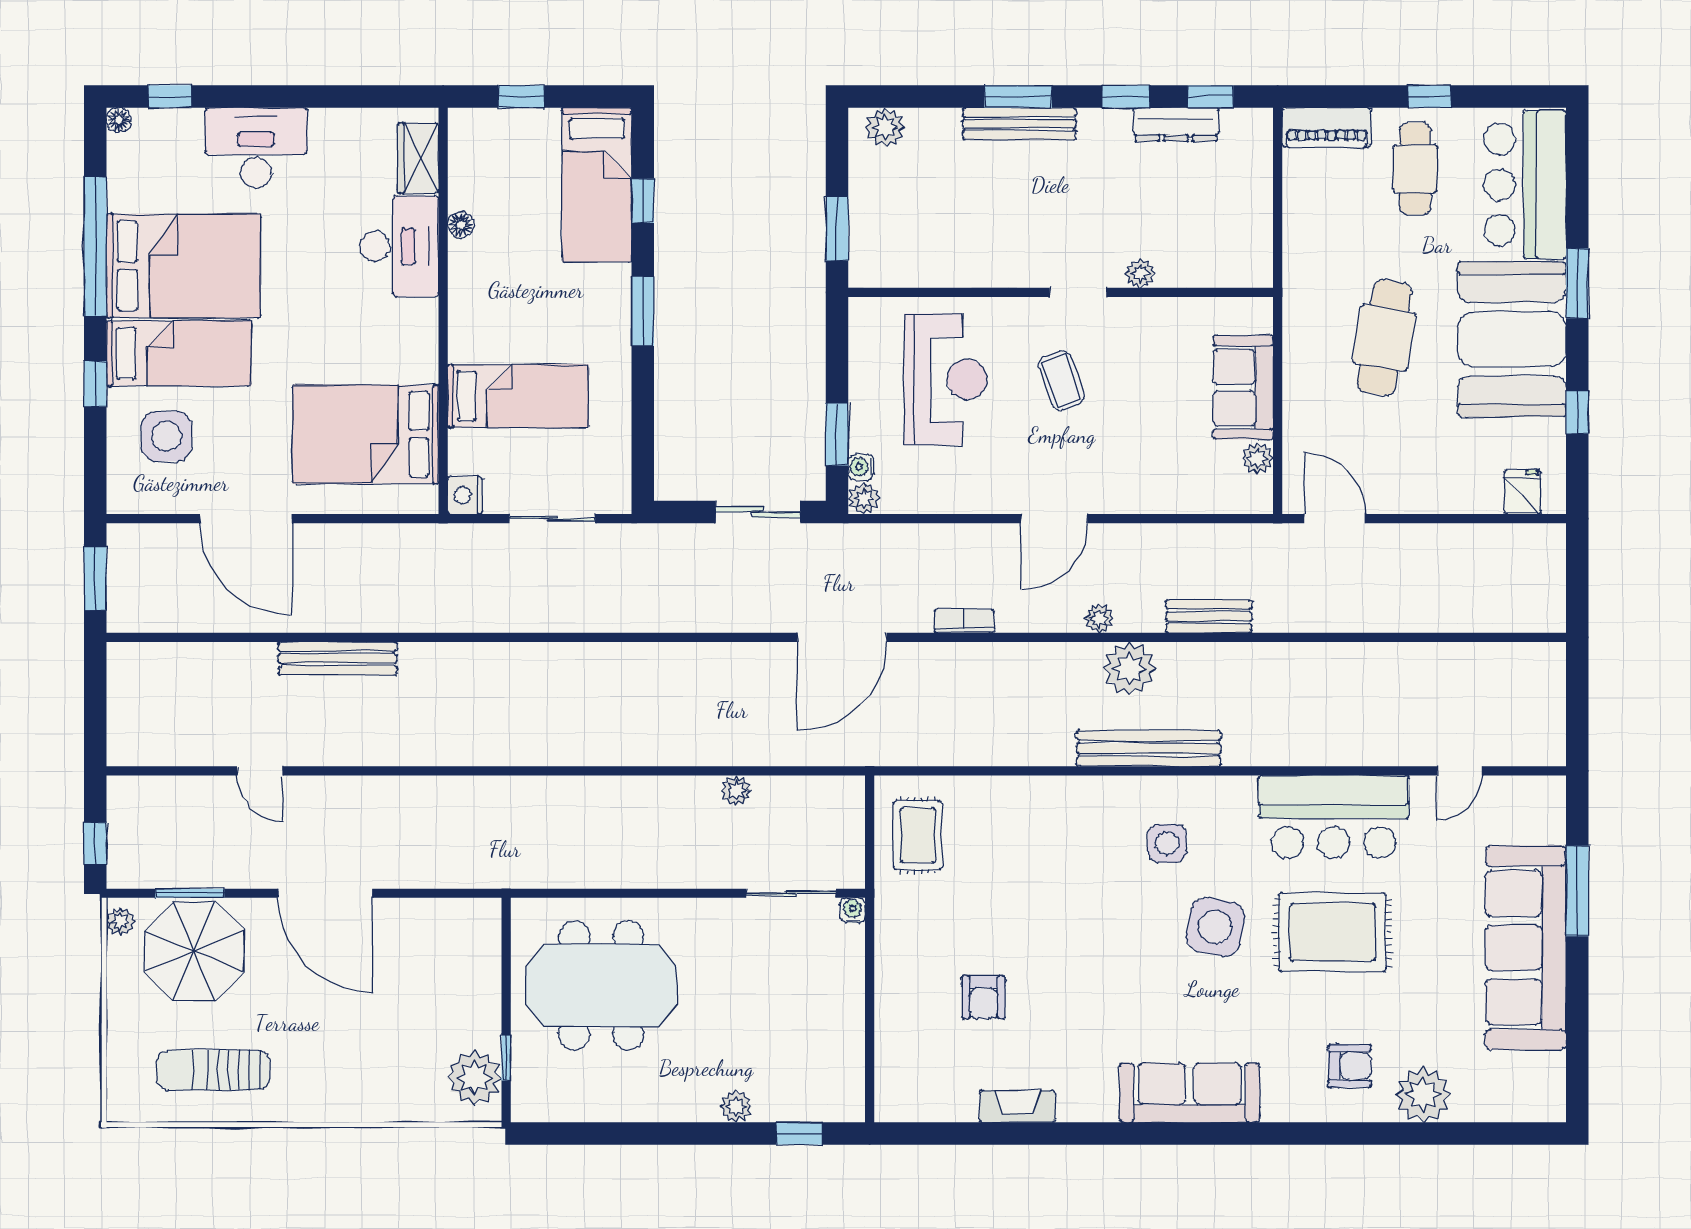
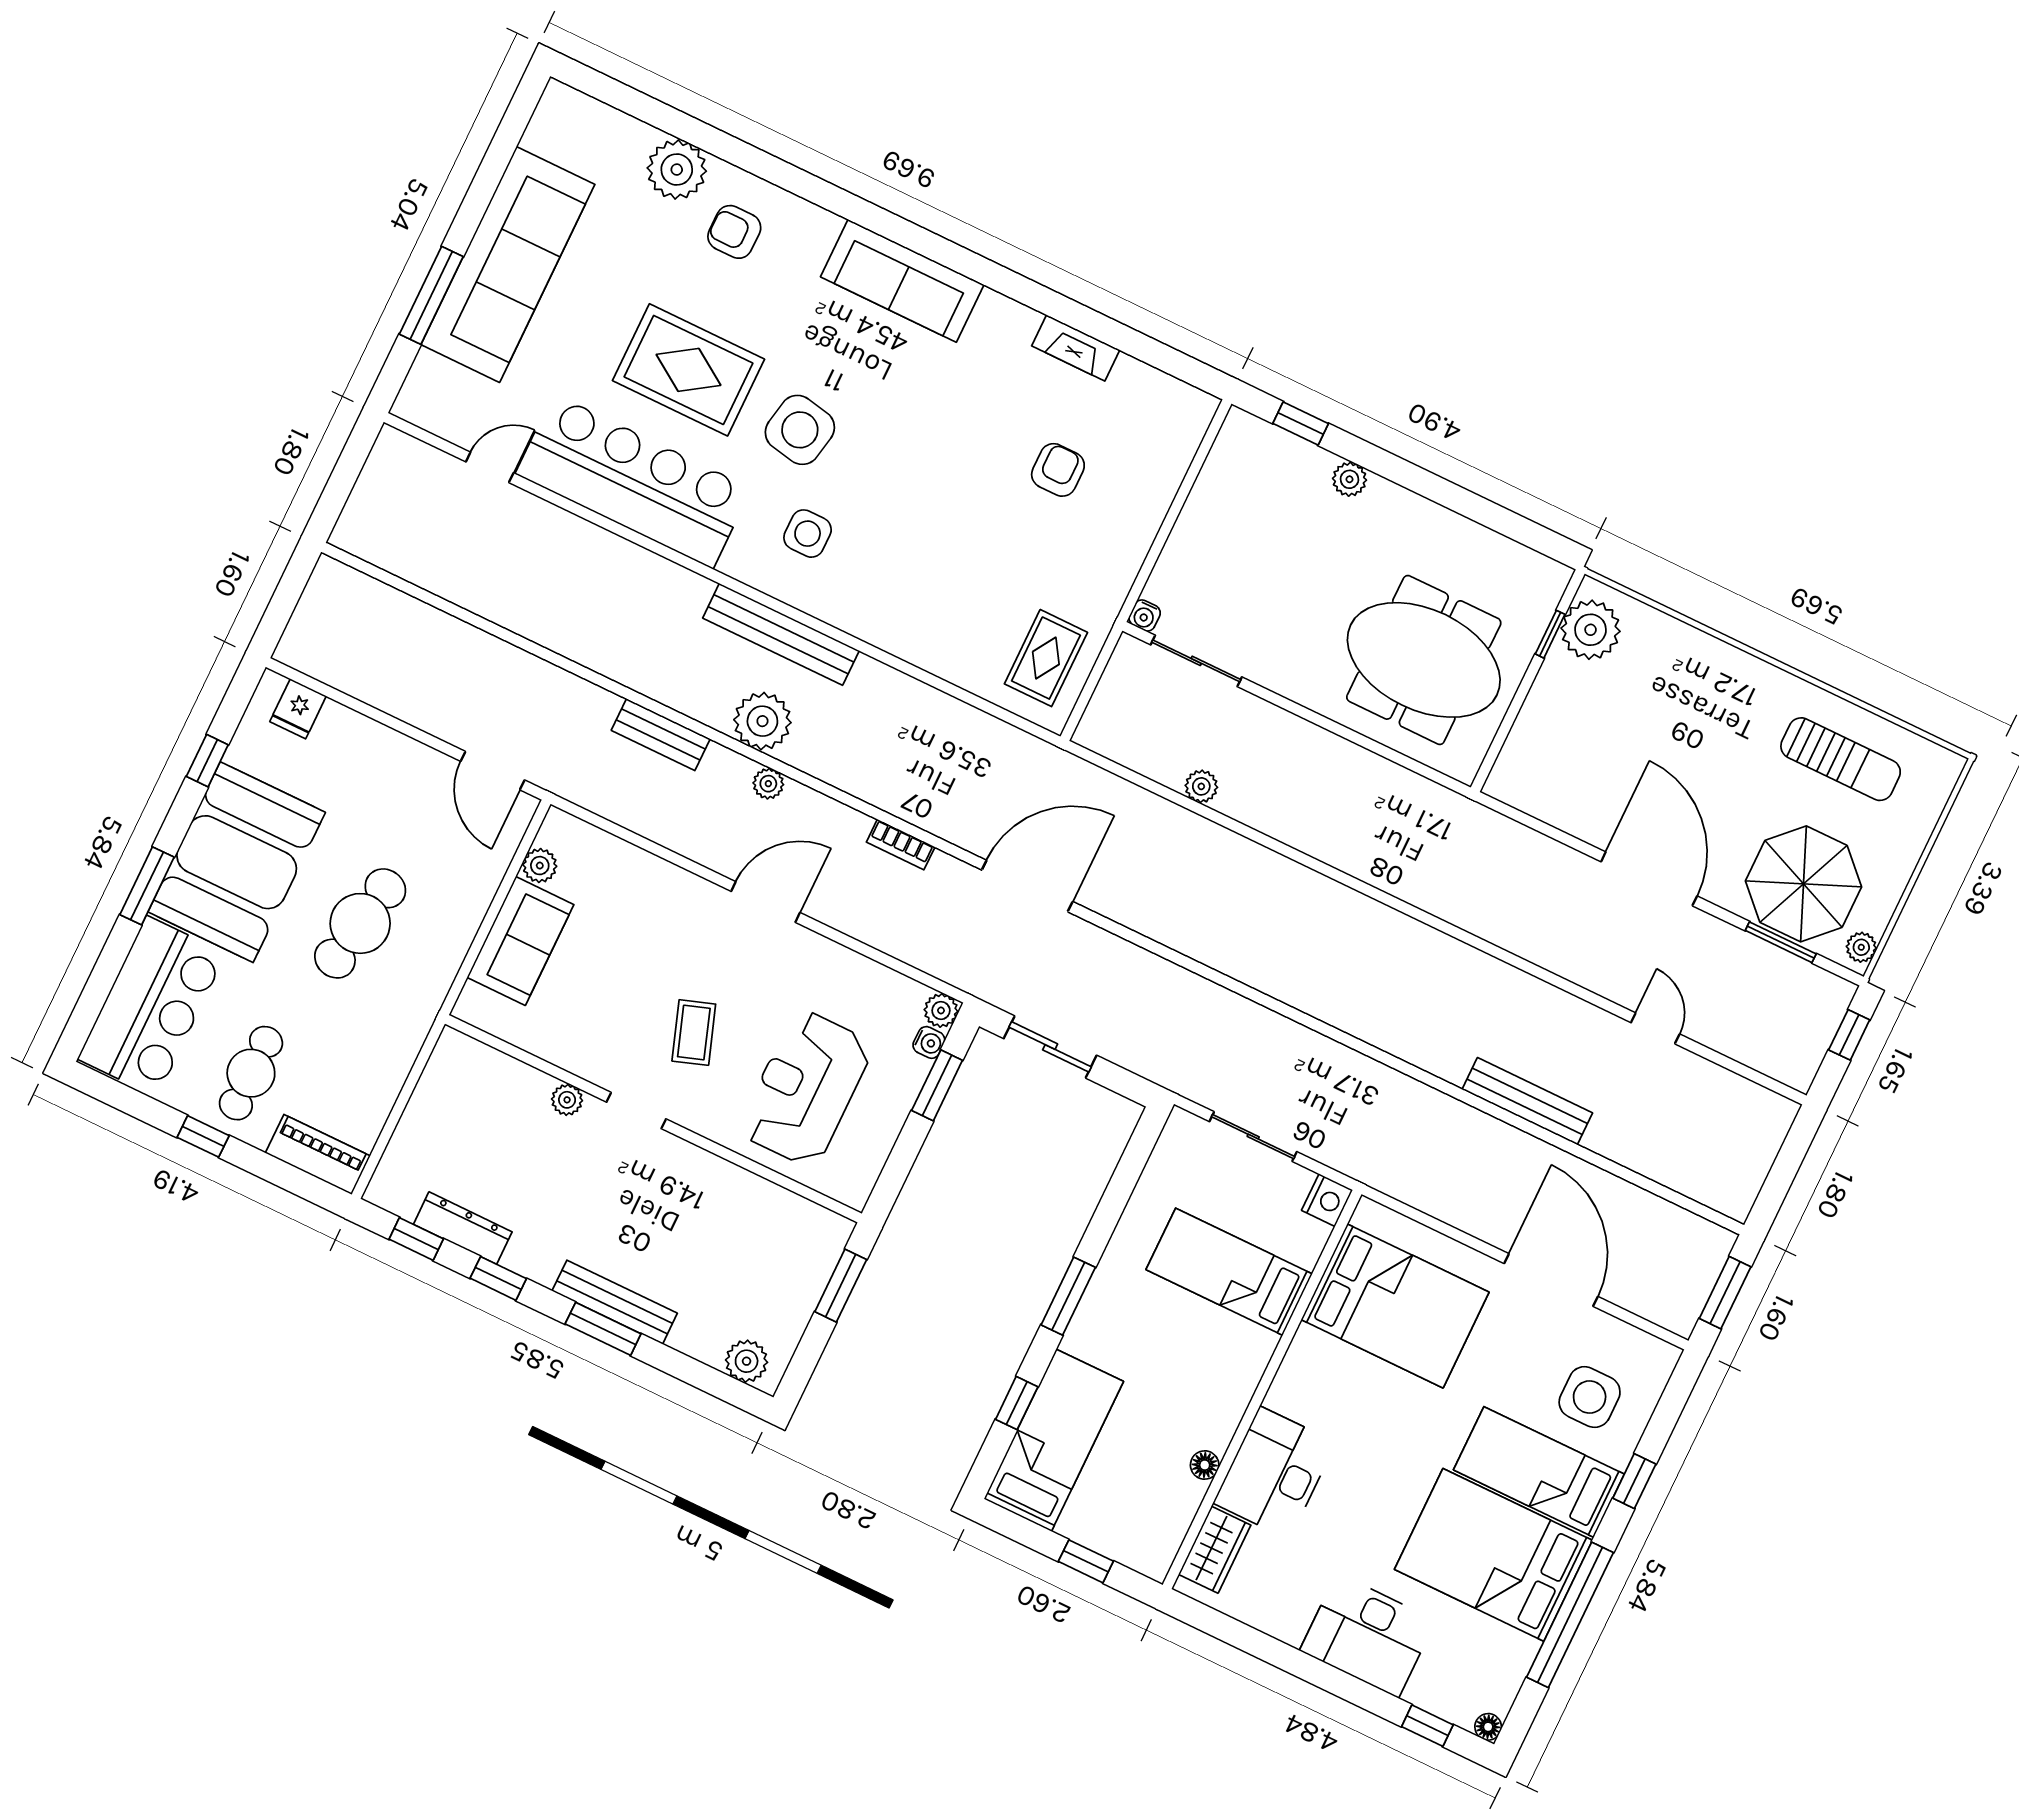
bar counter: (1334, 817) -> (633, 481), width x1.36

